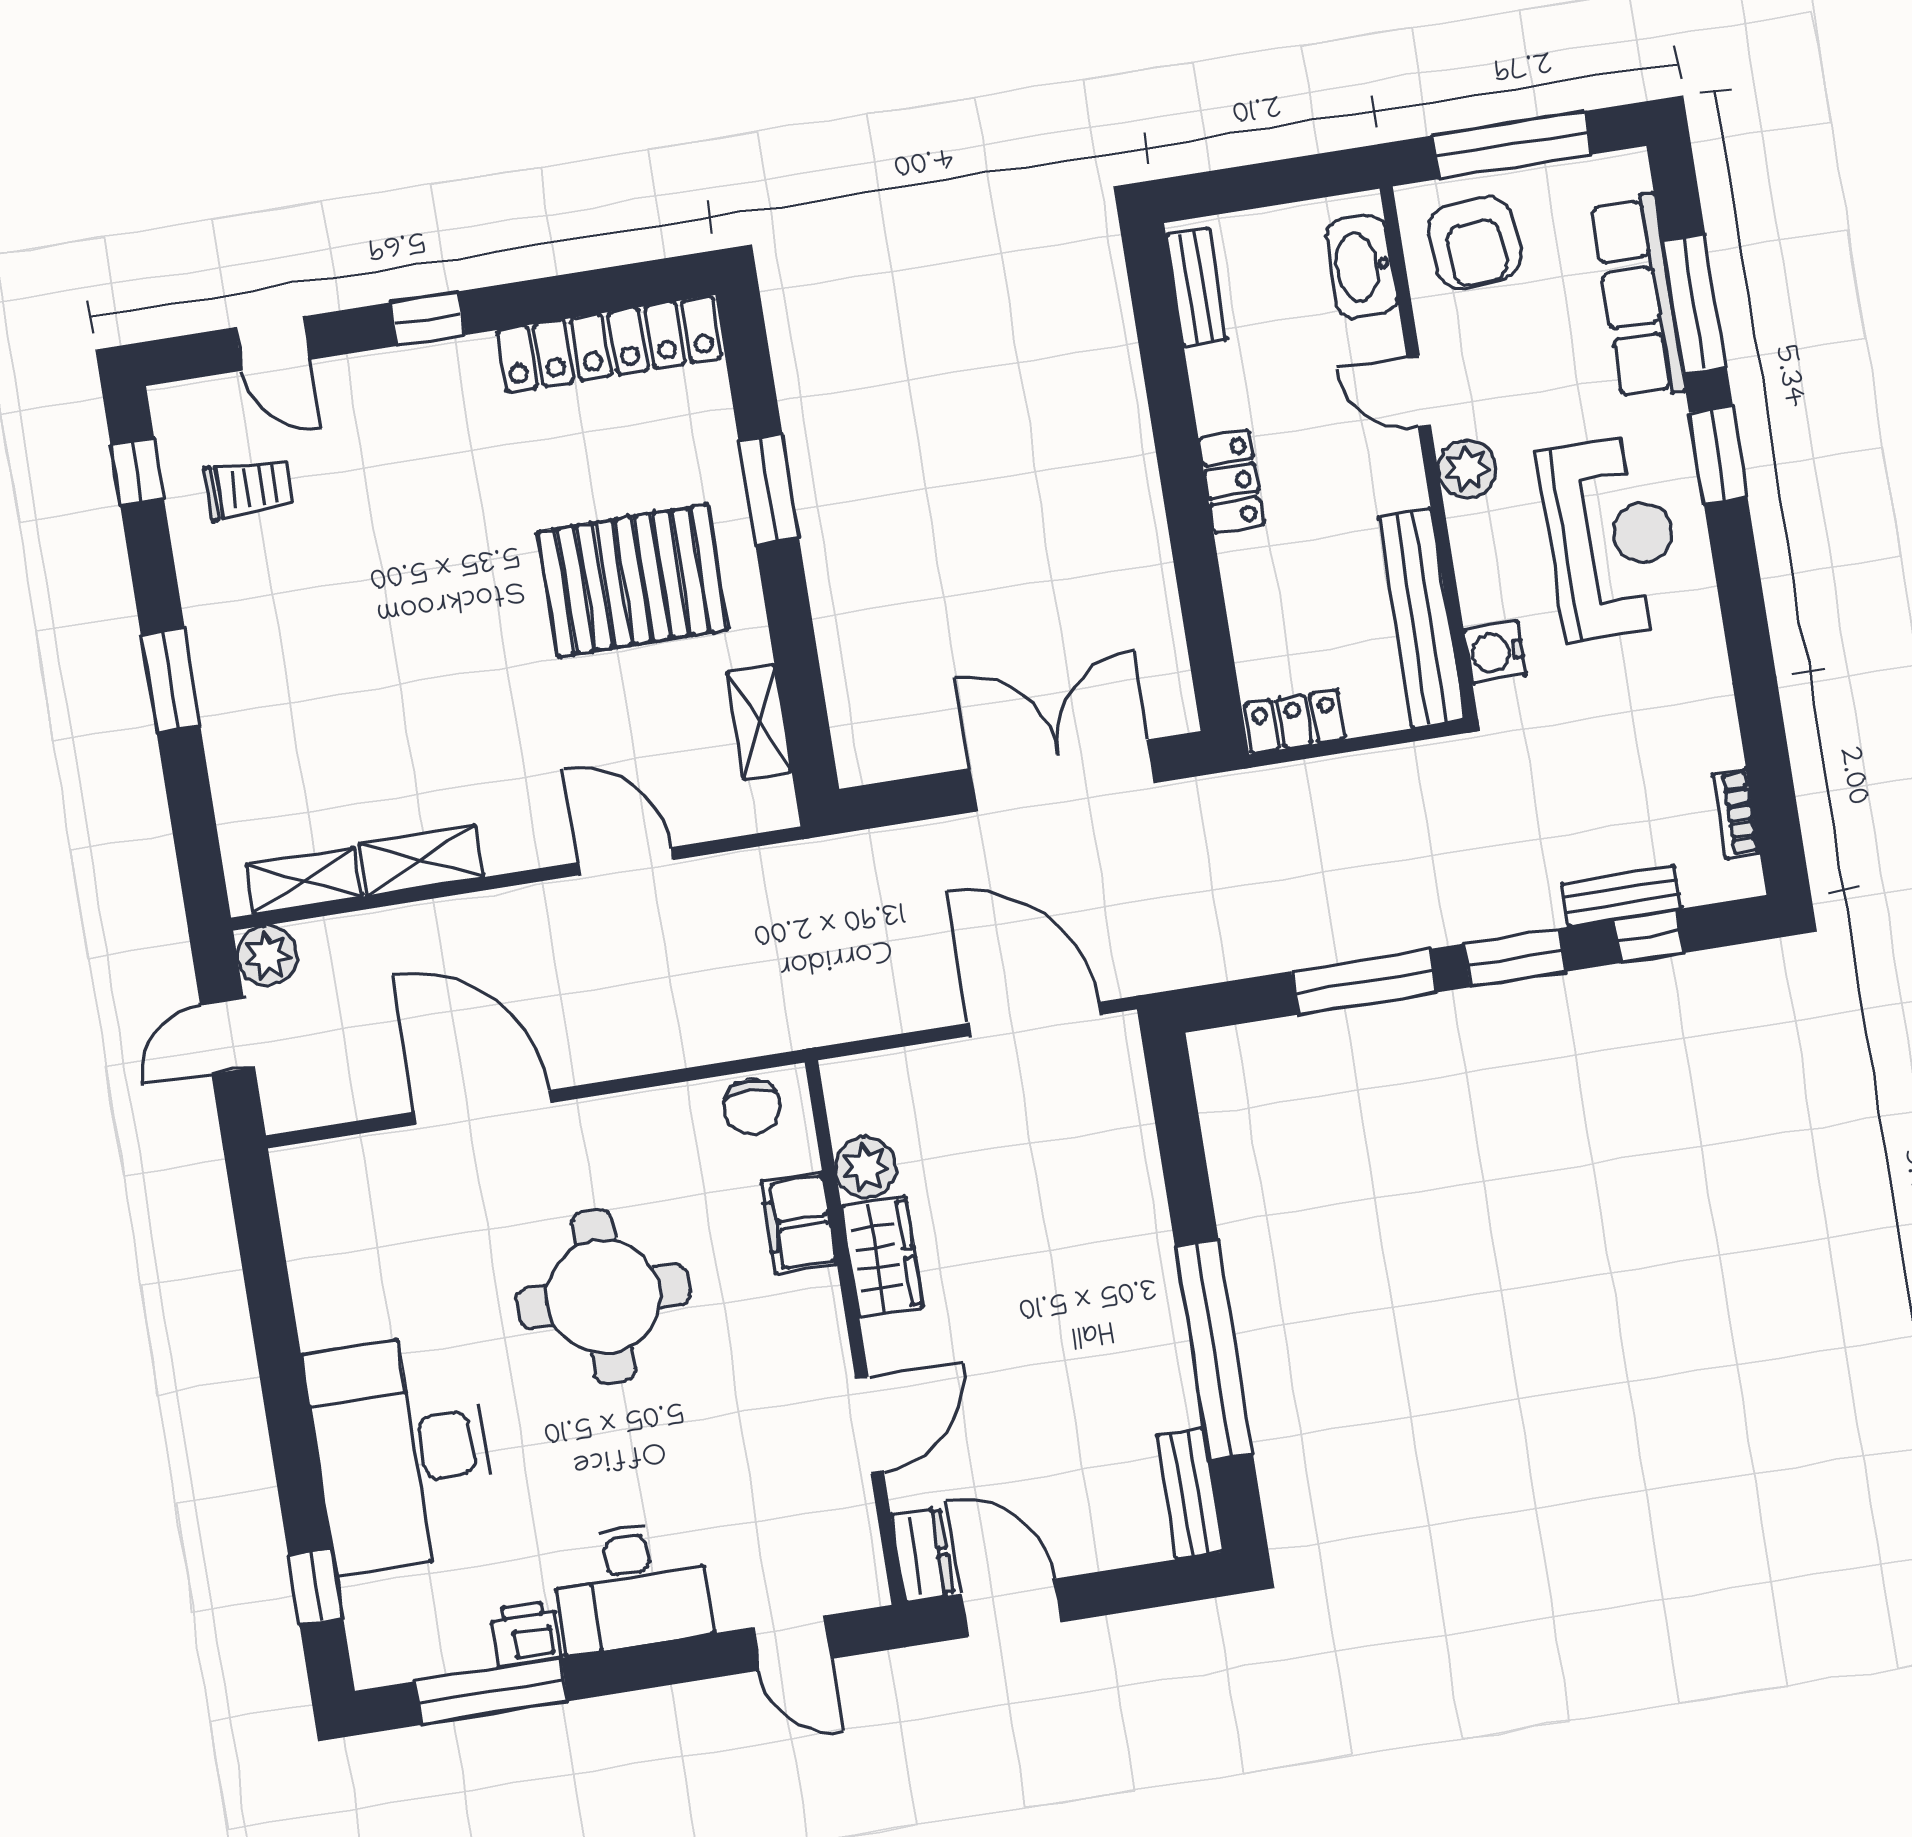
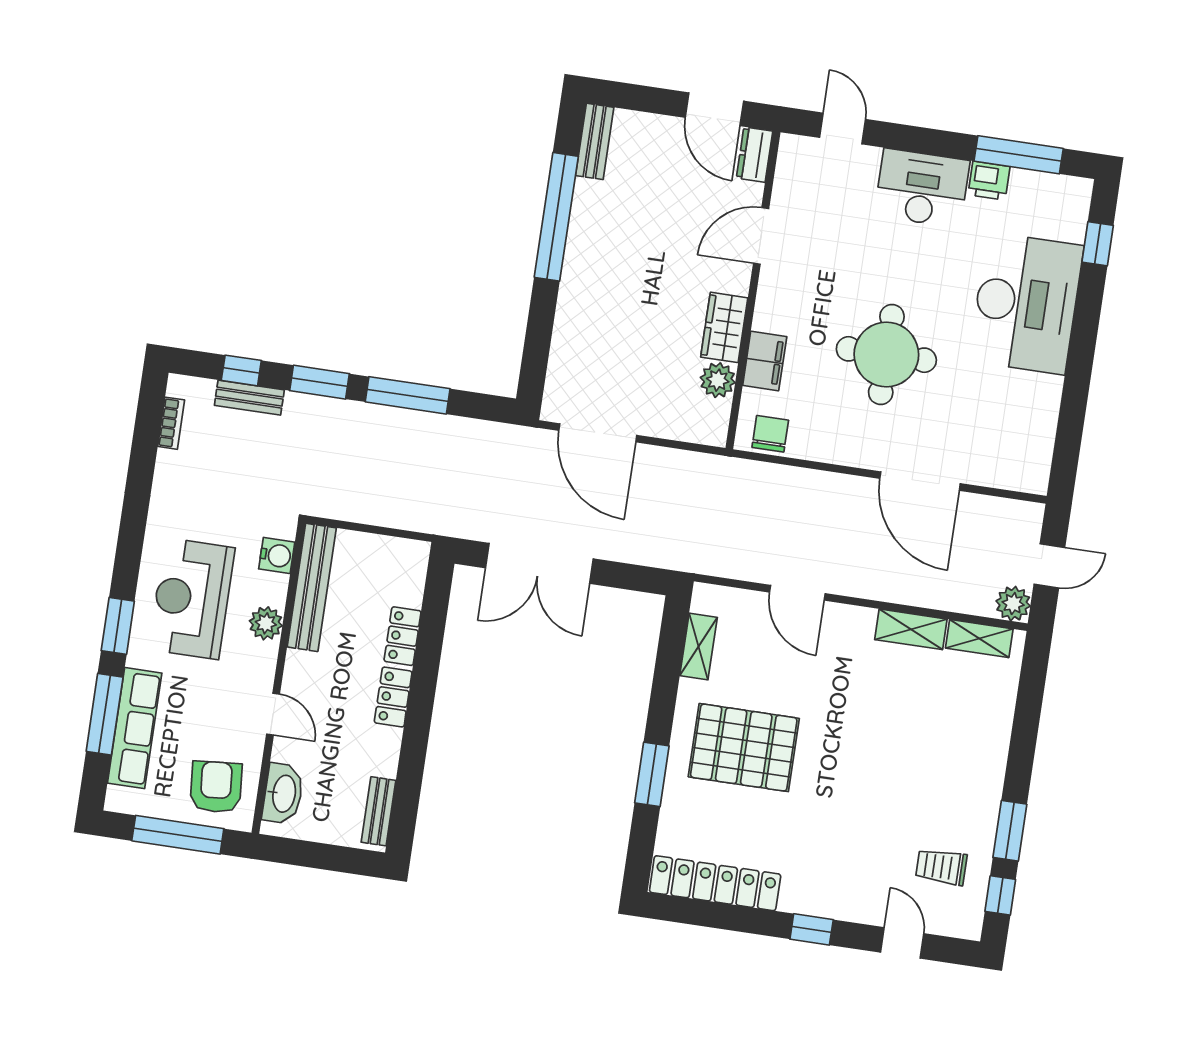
plant: (1467, 469) -> (266, 623), moved
window: (171, 680) -> (1010, 831), moved
locker: (1295, 722) -> (403, 636), moved, turned 90

